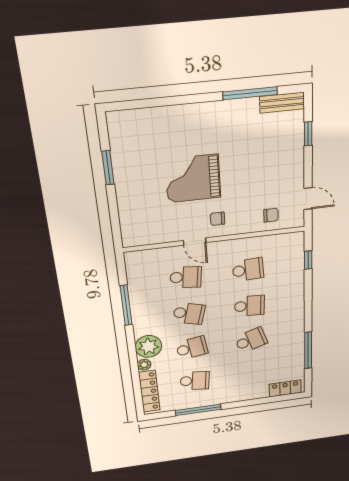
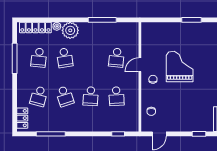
school desk: (189, 314) -> (39, 96), moved

